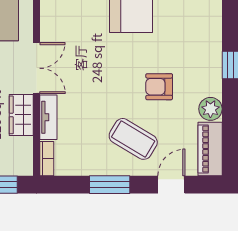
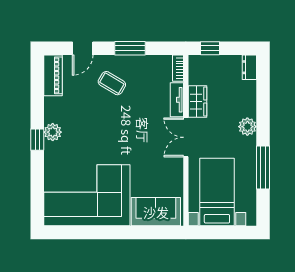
armchair: (159, 87) -> (92, 123), removed
plant: (210, 109) -> (53, 132), moved
coffee table: (133, 139) -> (112, 83), width x0.73, depth x0.77

